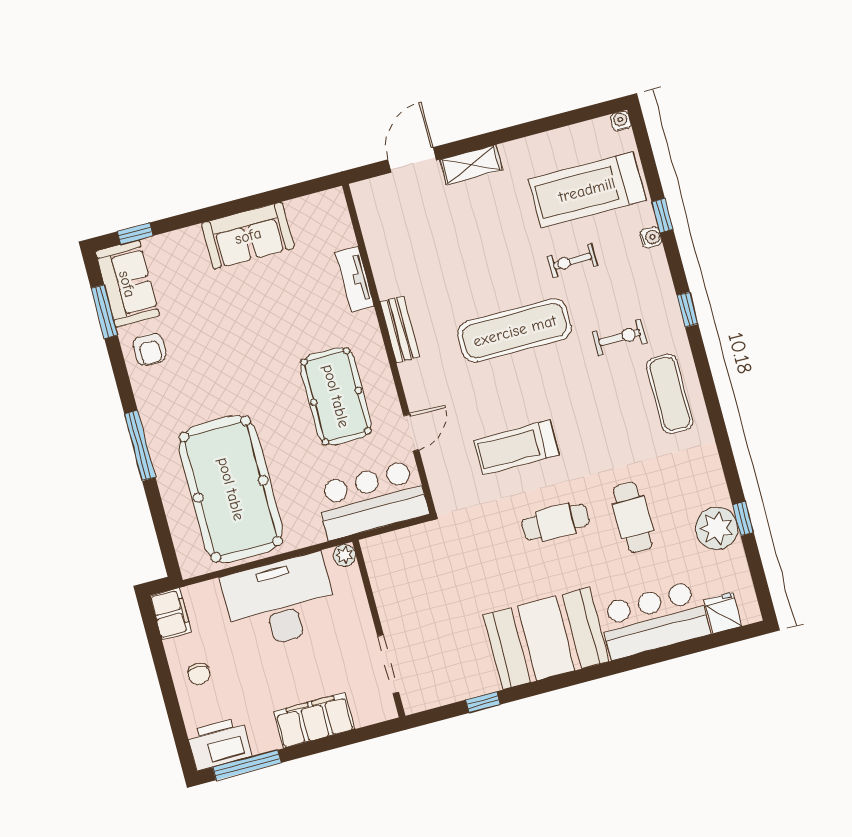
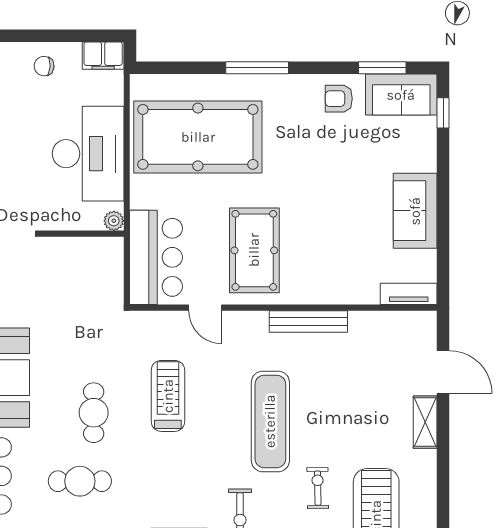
tv unit: (355, 279) -> (409, 294), moved
bench: (400, 329) -> (308, 322), width x1.36
pool table: (336, 396) -> (254, 250), turned 90

